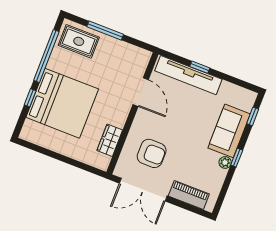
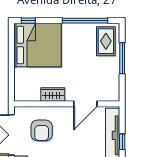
window: (30, 98) -> (28, 21), moved
bed: (62, 103) -> (38, 45), moved, turned -90
wardrobe: (110, 140) -> (53, 94), moved

